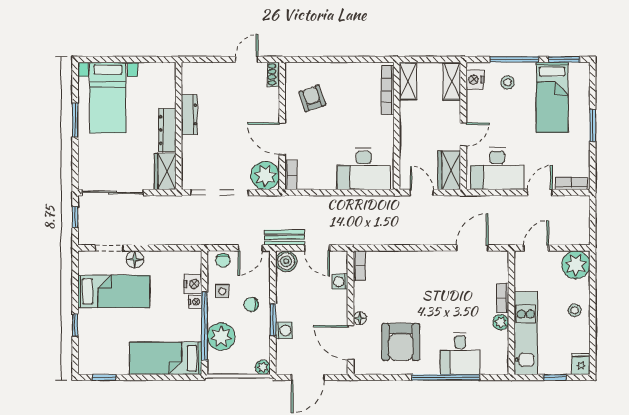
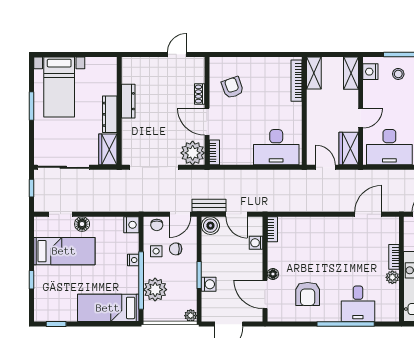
shoe rack: (273, 74) -> (200, 94), moved
nightstand: (193, 284) -> (131, 225), moved
chair: (251, 304) -> (176, 249), moved
armchair: (401, 342) -> (308, 294), width x0.73, depth x0.73

